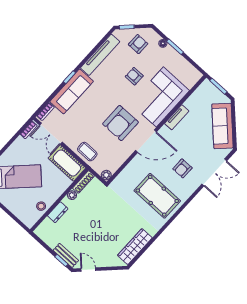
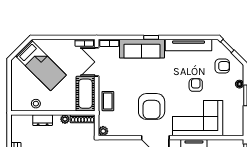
armchair: (120, 123) -> (152, 106), turned -90

